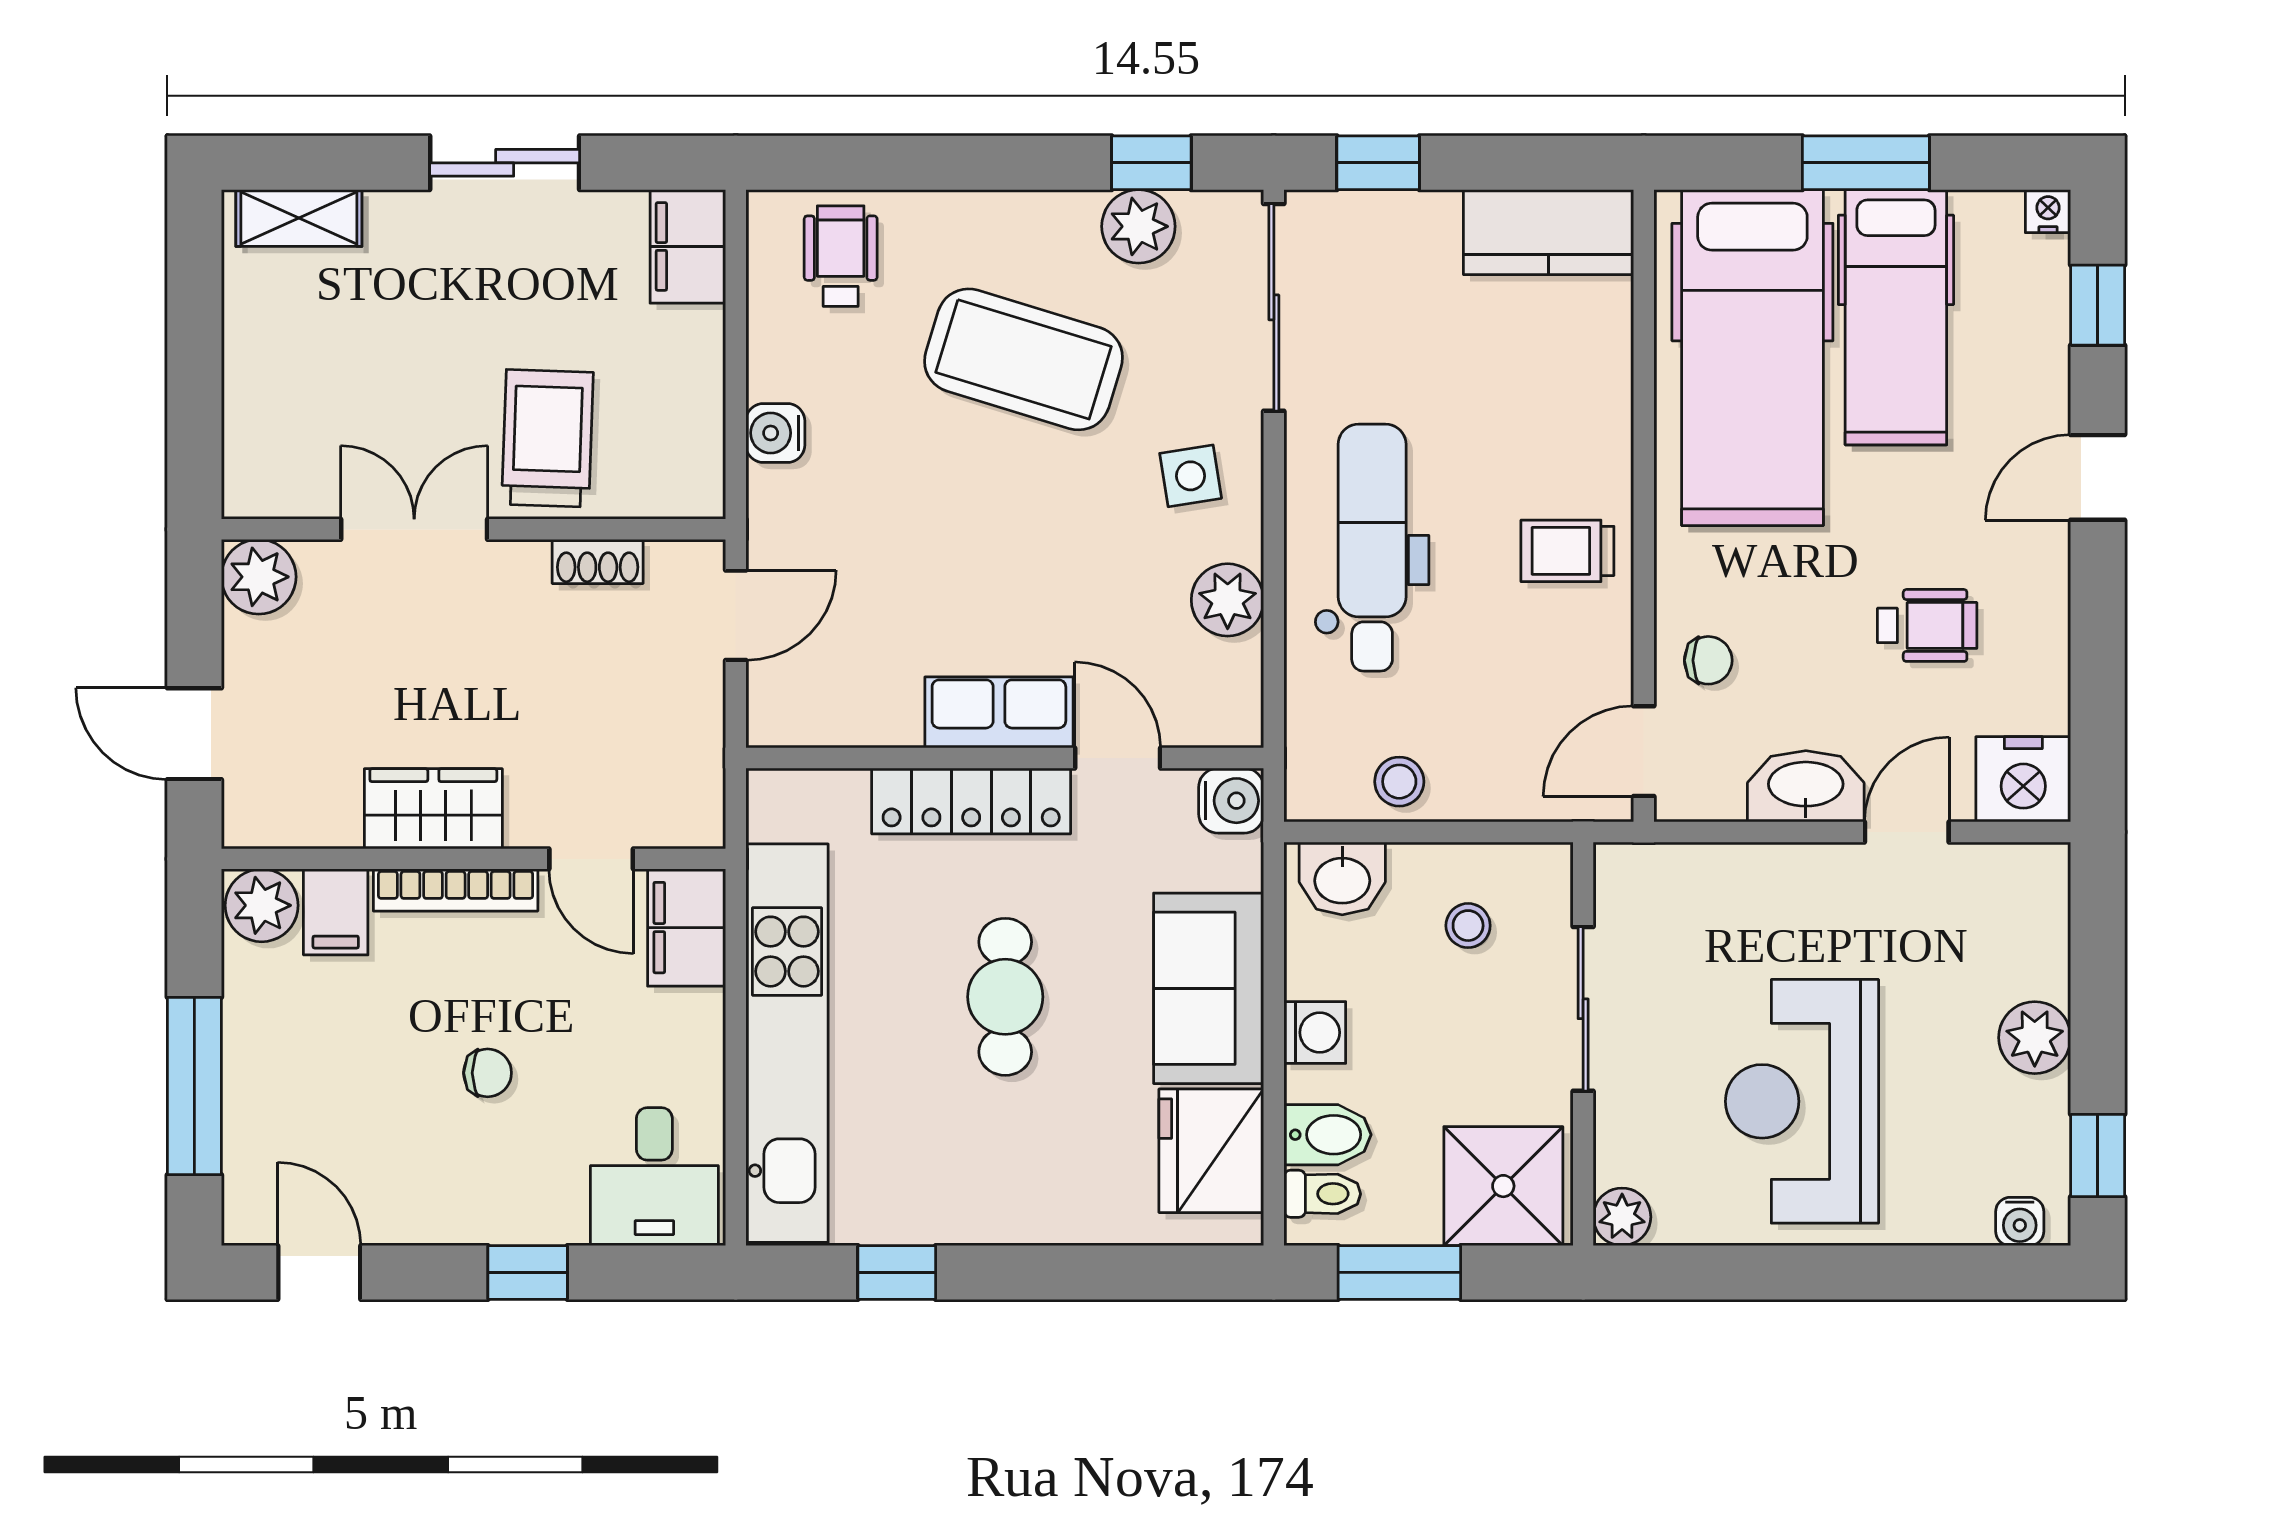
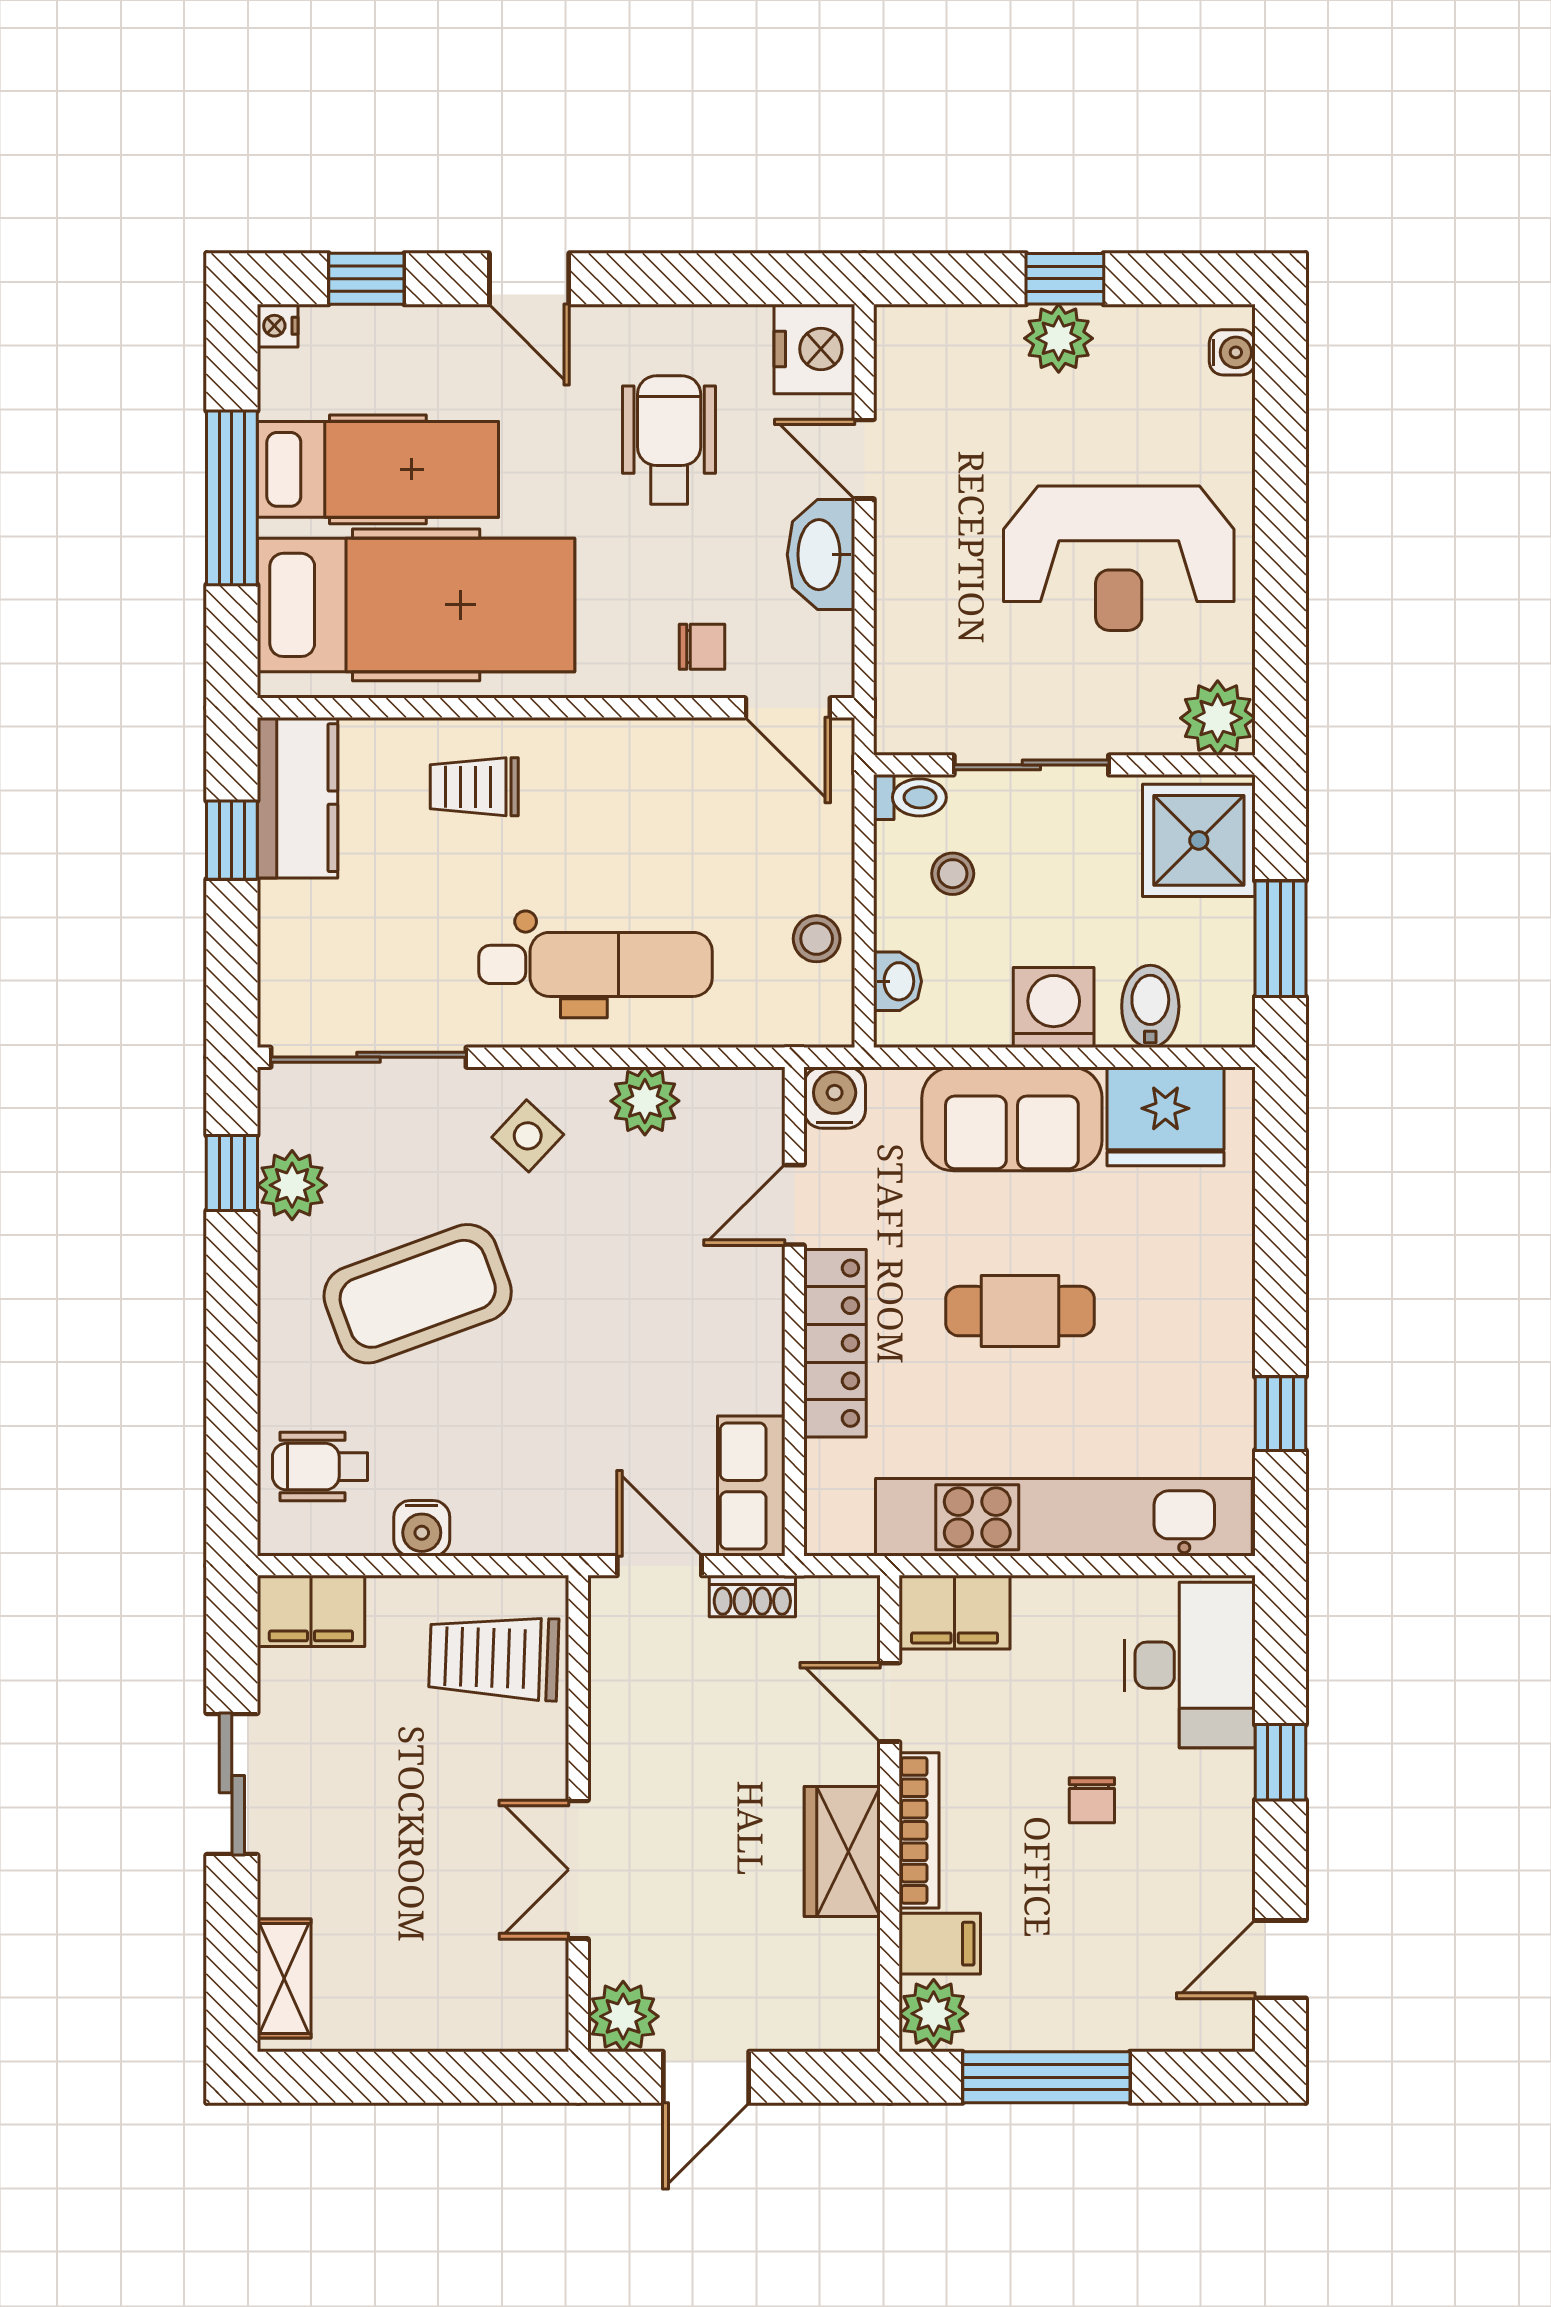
window: (1378, 163) -> (232, 840), moved
window: (1866, 163) -> (232, 498), width x1.44
coffee table: (1023, 359) -> (418, 1294), turned 53
water cooler: (775, 433) -> (422, 1528), moved
trolley: (548, 438) -> (494, 1658), moved
side table: (1191, 476) -> (528, 1136), turned -38
dental chair: (1372, 548) -> (596, 964), turned 180
trolley: (1567, 551) -> (474, 787), moved, turned 90
shoe rack: (598, 561) -> (752, 1596), moved, turned 90
wheelchair: (1927, 625) -> (669, 440), width x1.36, depth x1.37
chair: (1708, 660) -> (702, 647), turned 90
row of seats: (999, 712) -> (751, 1486), moved
door: (194, 734) -> (706, 2077), moved
door: (591, 859) -> (890, 1702), swing flipped
washbasin: (1342, 878) -> (897, 981), width x0.72, depth x0.69
washing machine: (1315, 1033) -> (1054, 1007), width x1.38, depth x1.38
chair: (488, 1073) -> (1092, 1800), turned 180
window: (194, 1086) -> (1046, 2077), moved
window: (2098, 1155) -> (1065, 279), moved
desk: (654, 1177) -> (1190, 1665), width x1.37
toilet: (1322, 1194) -> (910, 797), moved, turned 90
plant: (1622, 1217) -> (1218, 718), width x1.38, depth x1.38

